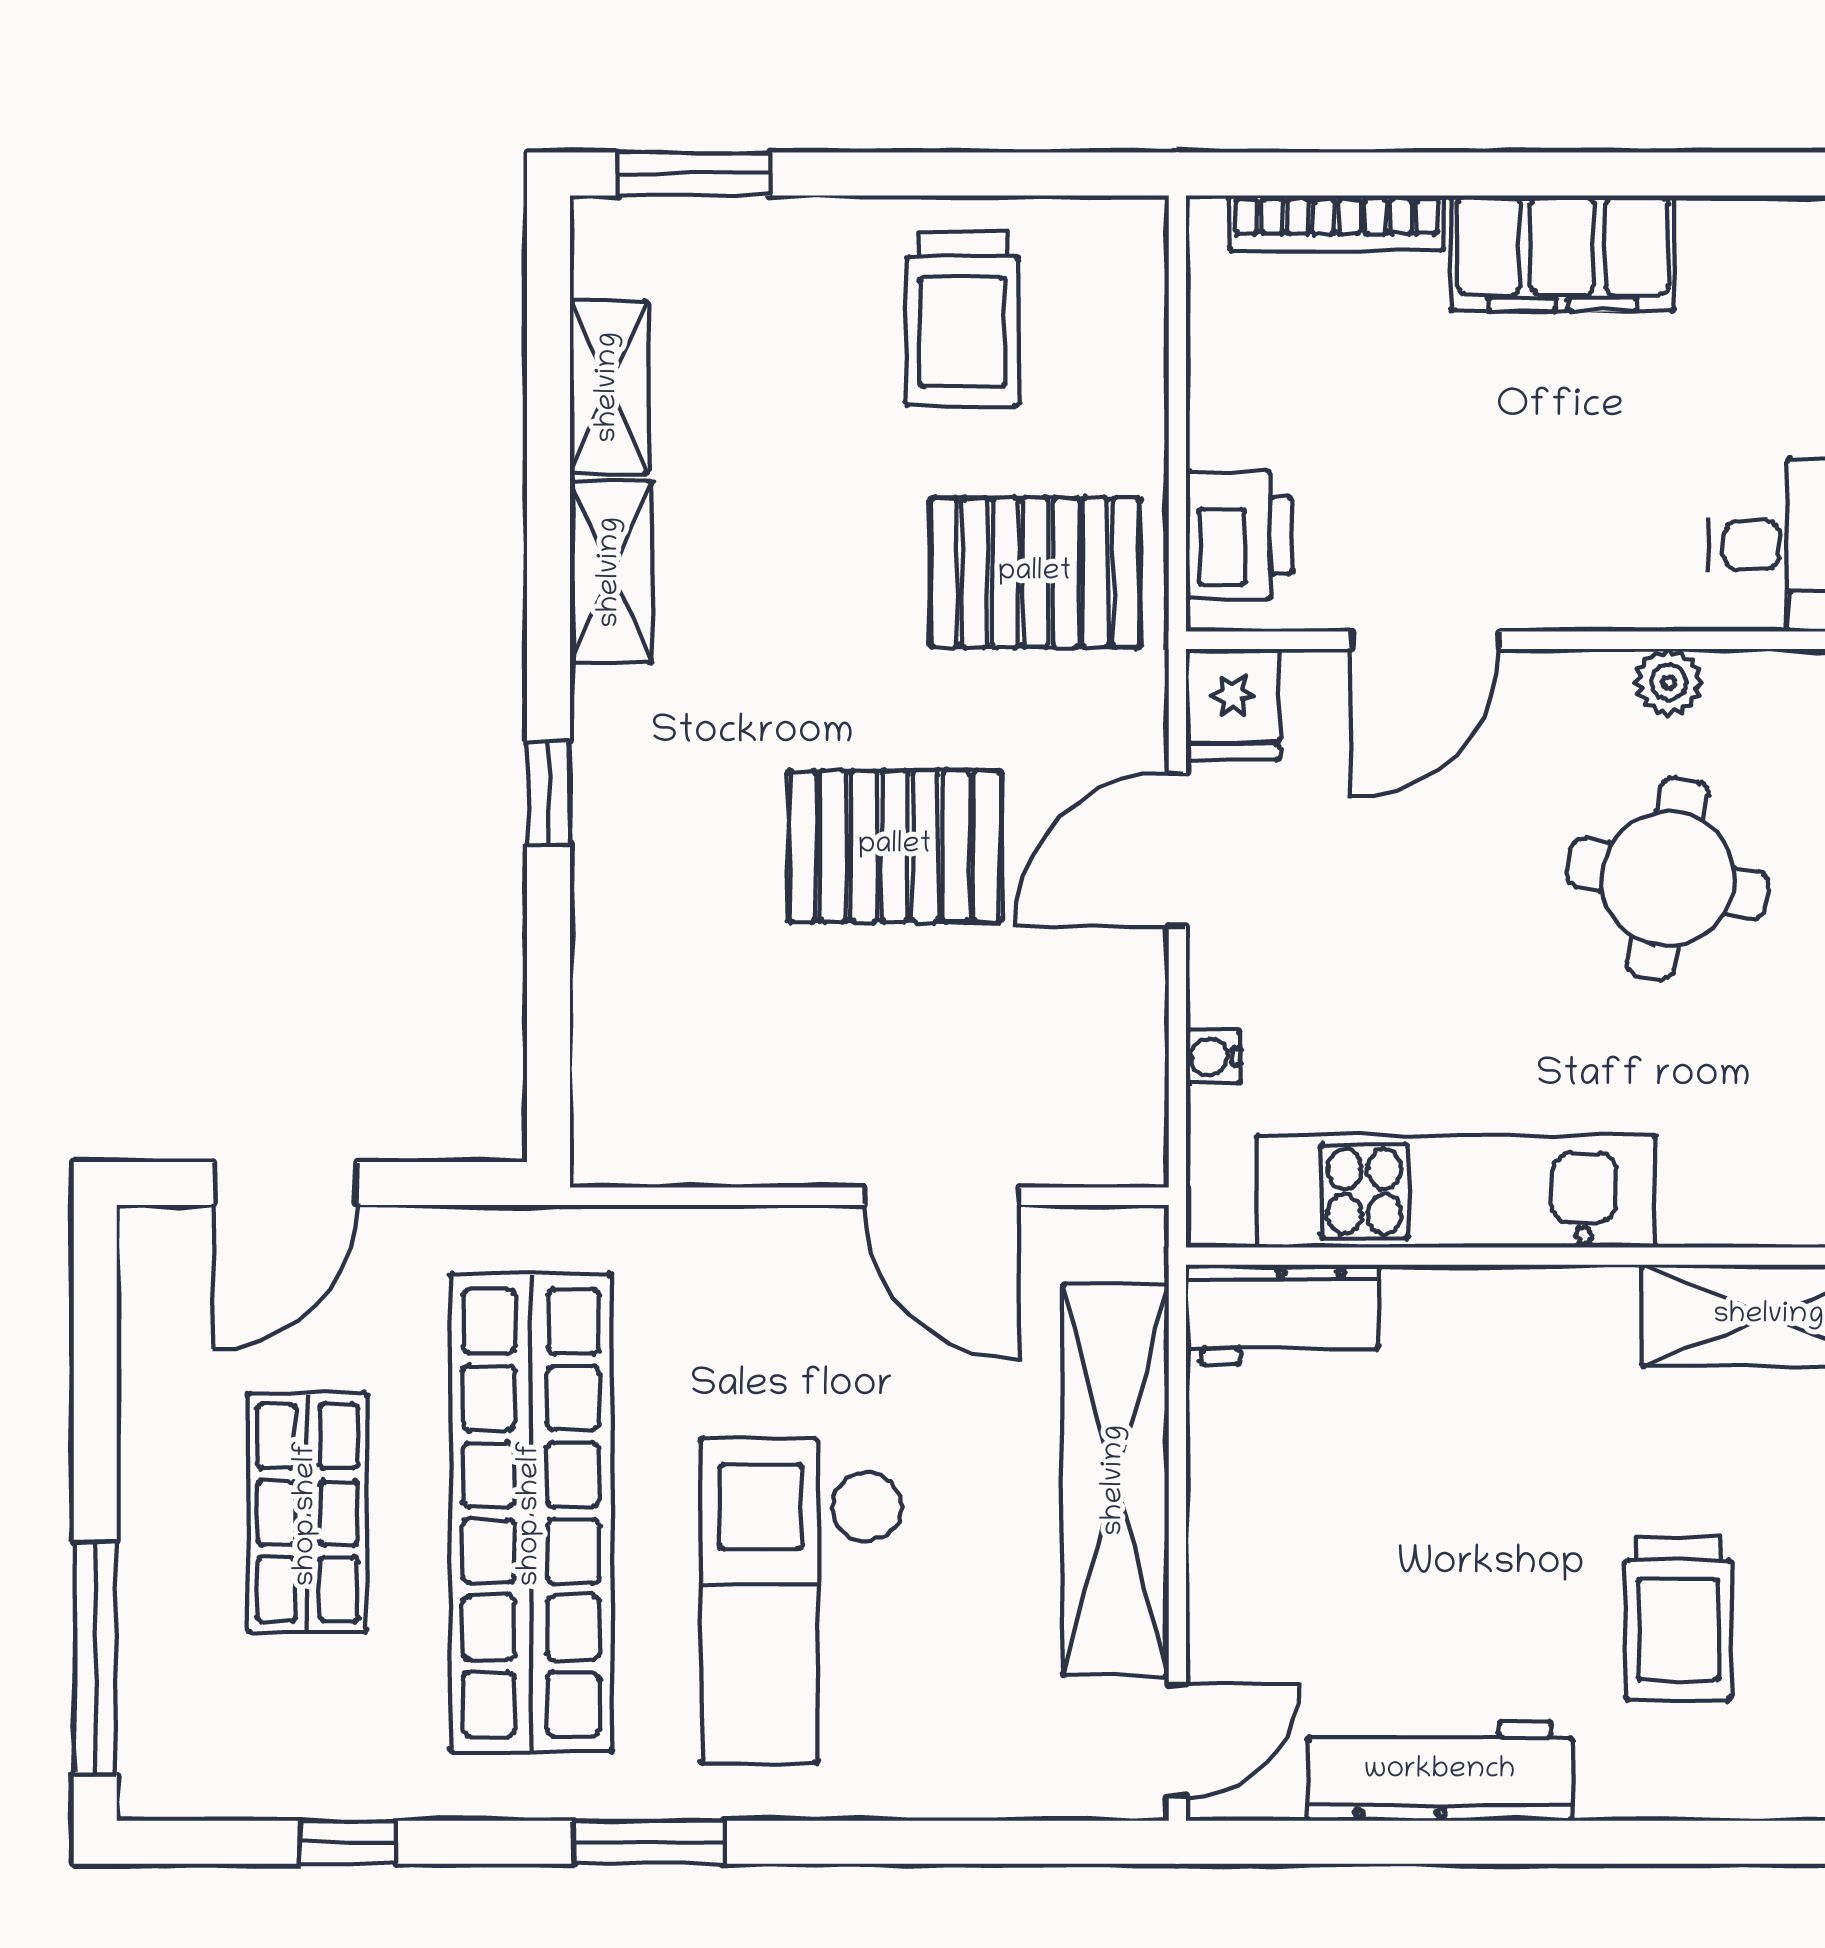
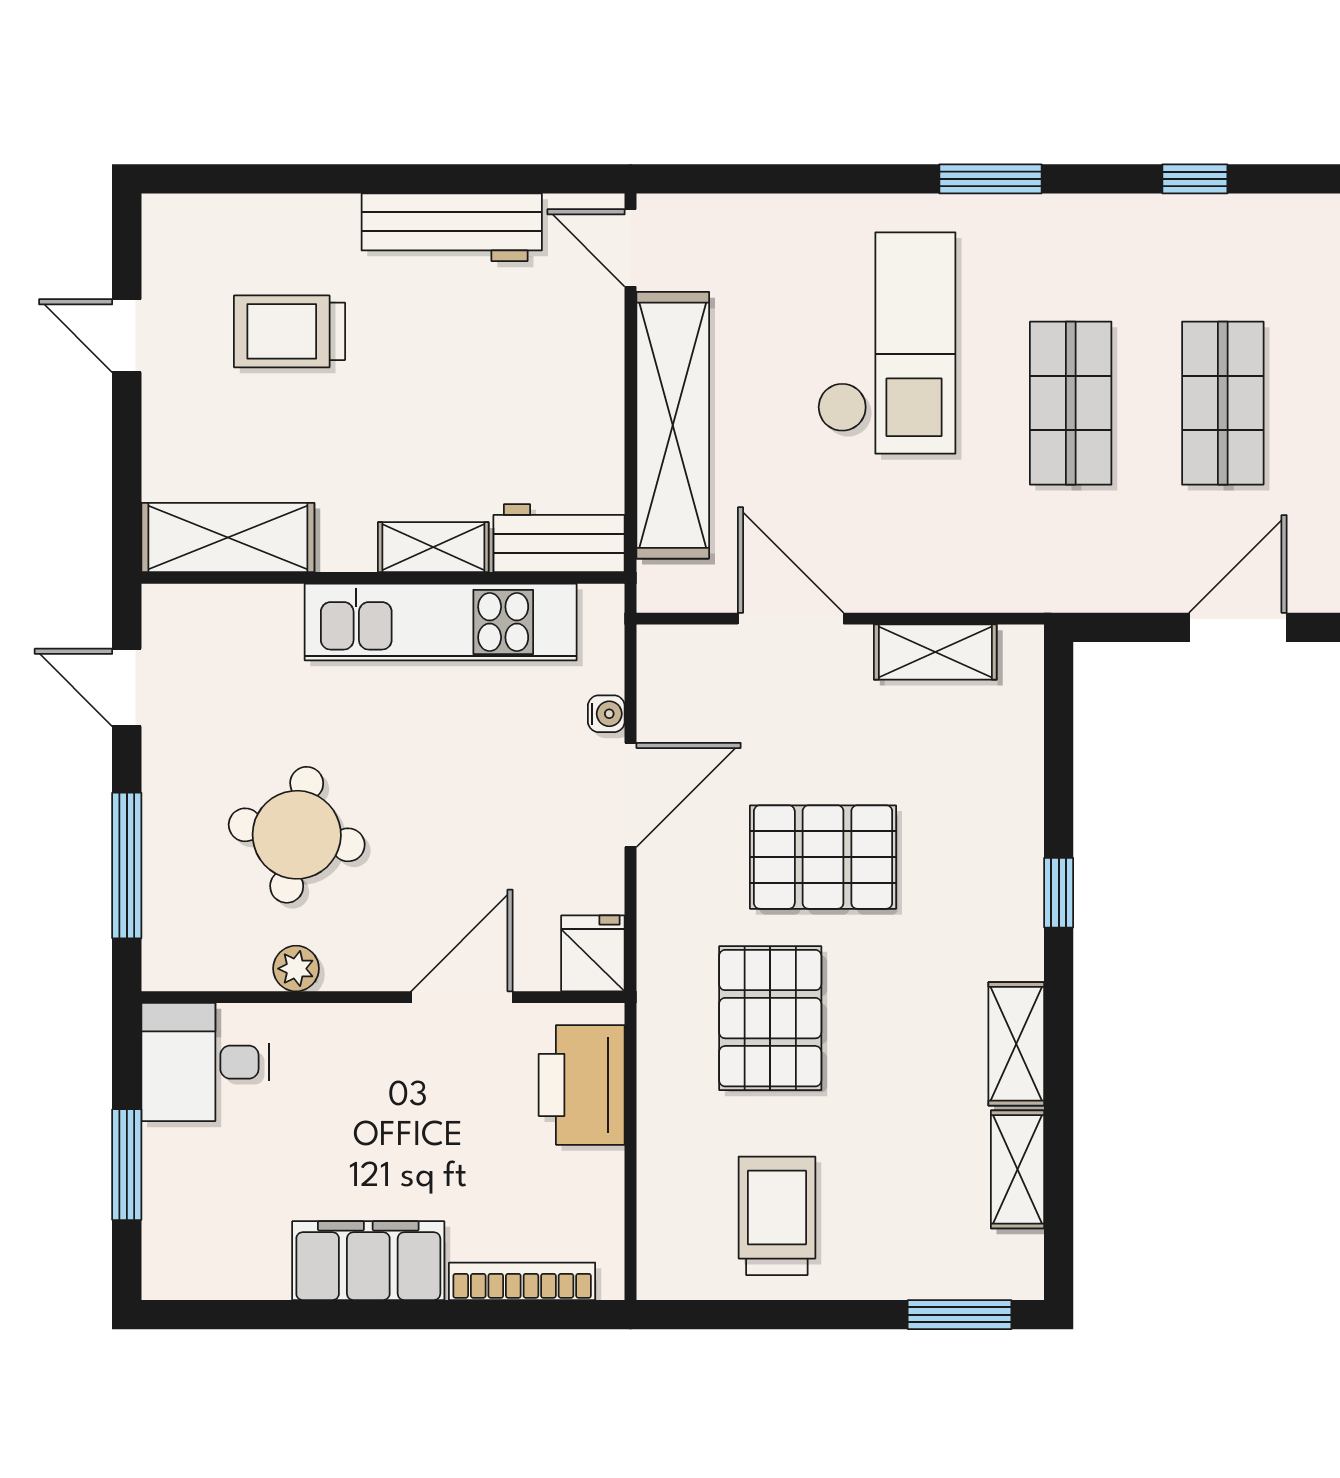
printer: (1239, 535) -> (582, 1085), width x1.37, depth x1.19
pallet: (1035, 573) -> (770, 1018), moved, turned 90
door: (1177, 850) -> (631, 795), moved
shelving: (730, 1147) -> (935, 652), added
shelving: (1467, 1301) -> (433, 547), added
shop shelf: (531, 1513) -> (1071, 403), width x0.50, depth x0.74
trolley: (1678, 1618) -> (290, 331), turned -90
door: (1177, 1741) -> (631, 248), hinge flipped

